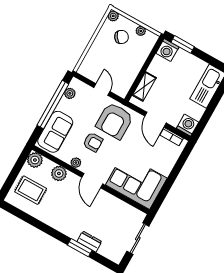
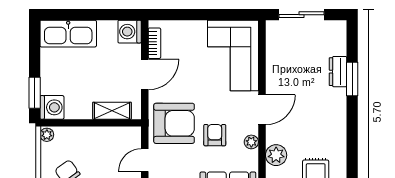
plant: (141, 31) -> (47, 135), moved

